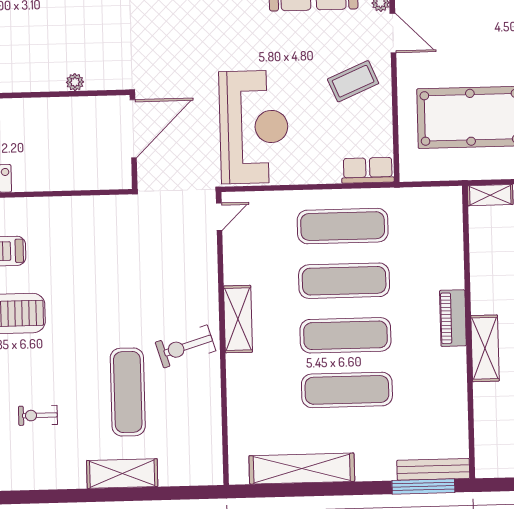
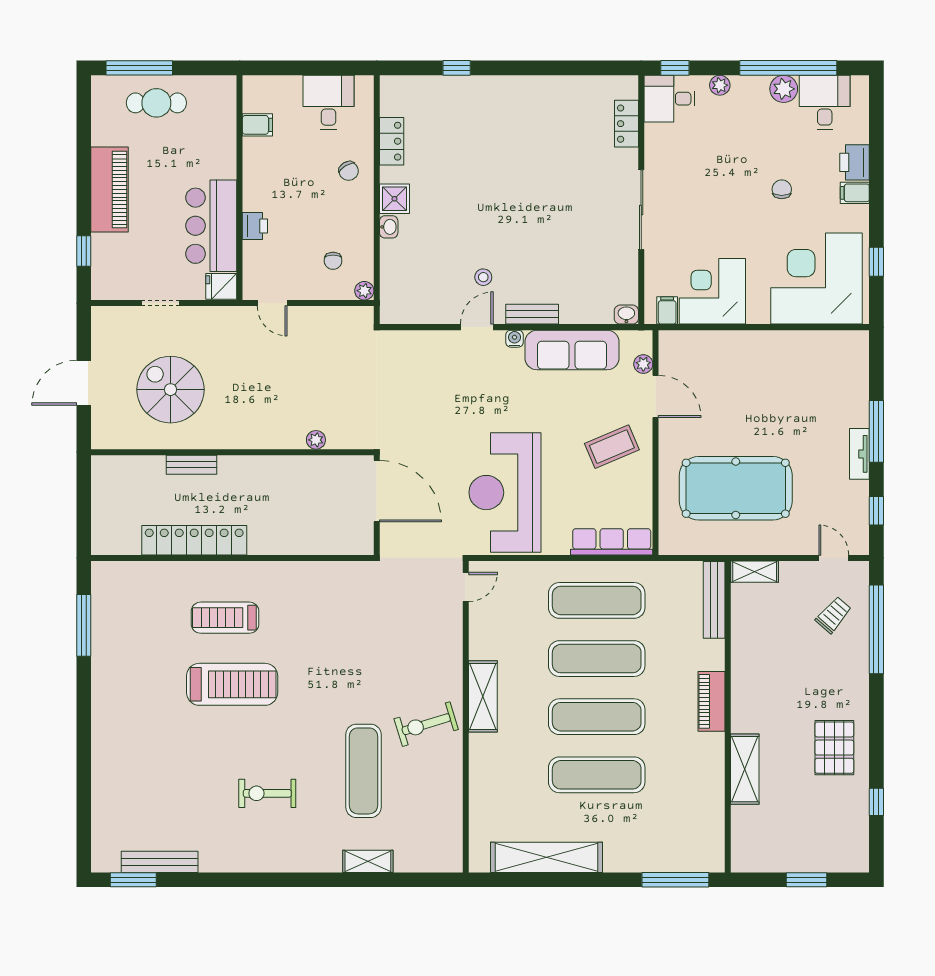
reception desk: (254, 127) -> (505, 493), turned 180
door: (133, 129) -> (377, 491), hinge flipped
row of seats: (368, 170) -> (612, 542), width x1.48
shelving: (485, 348) -> (745, 769), moved
exercise bike: (38, 415) -> (267, 793), width x1.38, depth x1.39
bench: (433, 469) -> (714, 600), moved, turned 90
shelving: (122, 474) -> (368, 861), width x0.67, depth x0.75

